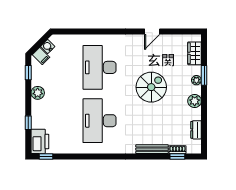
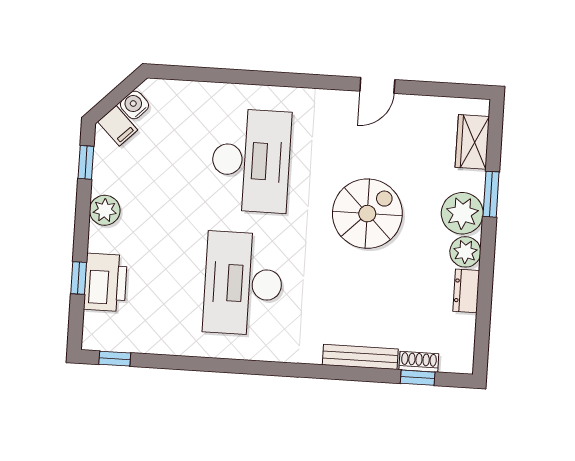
desk: (100, 67) -> (251, 161), turned 180
plant: (196, 80) -> (462, 213), width x1.88, depth x1.88
dresser: (196, 130) -> (466, 291), moved
printer: (40, 141) -> (105, 282), moved

